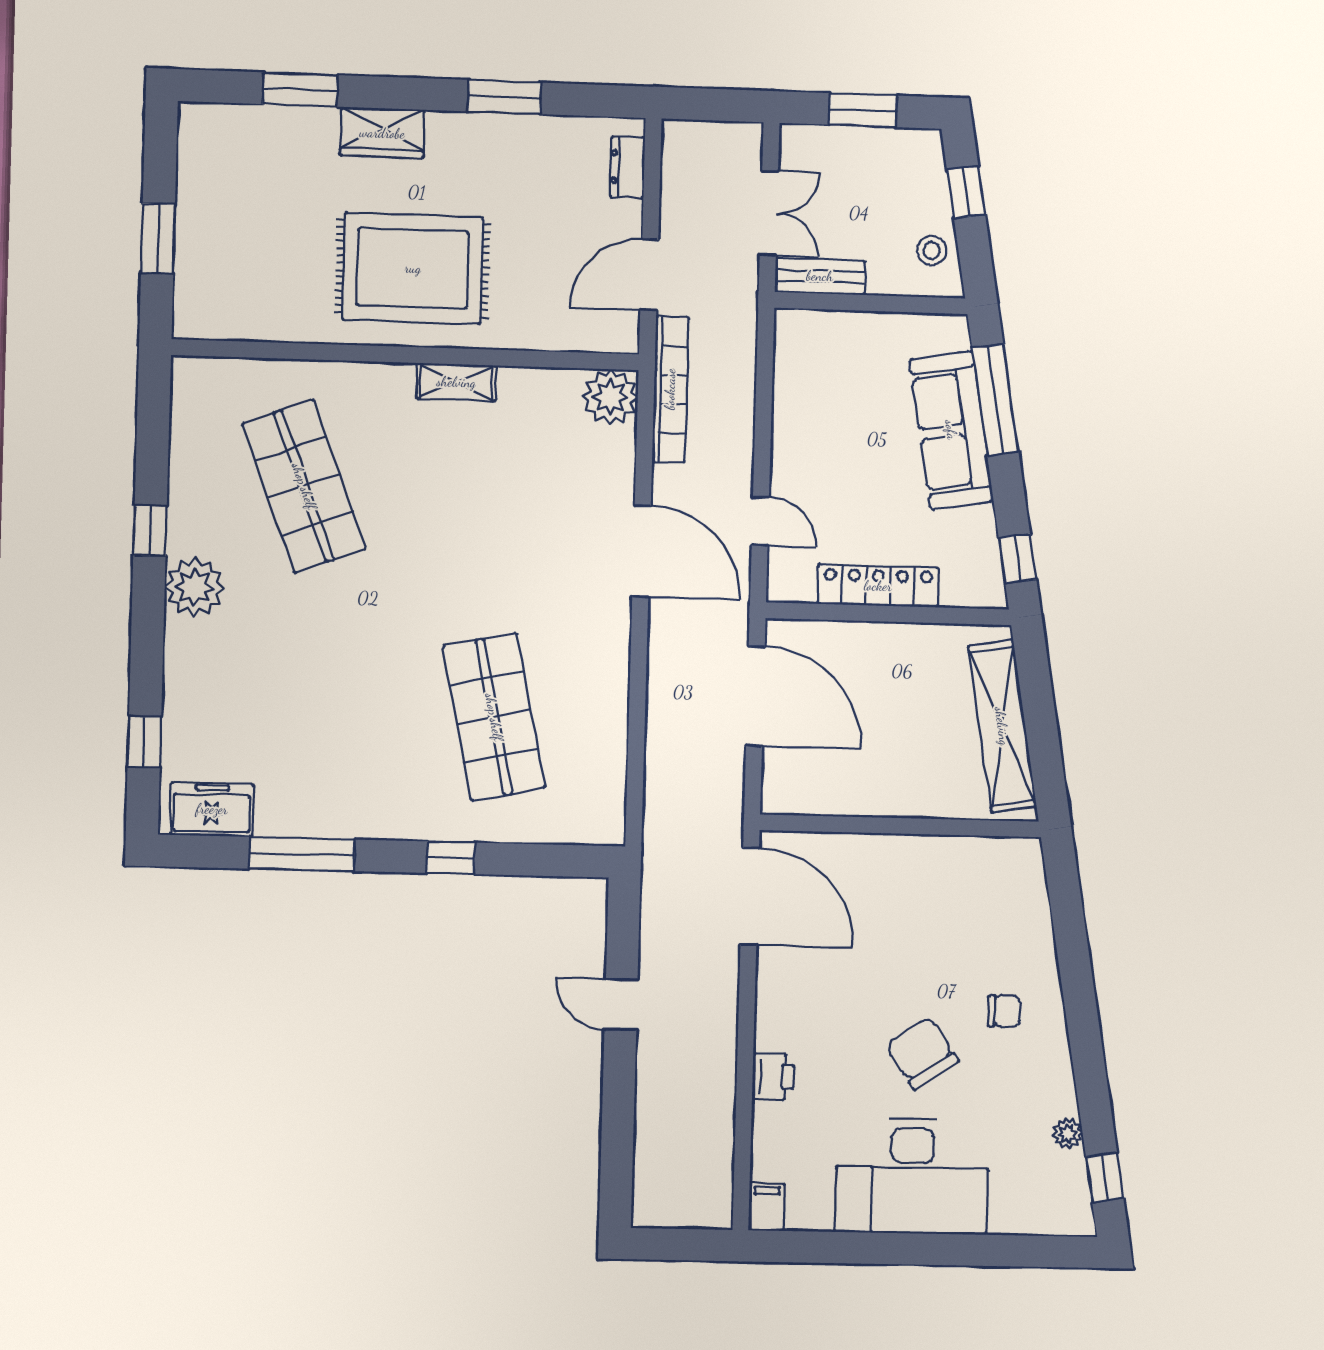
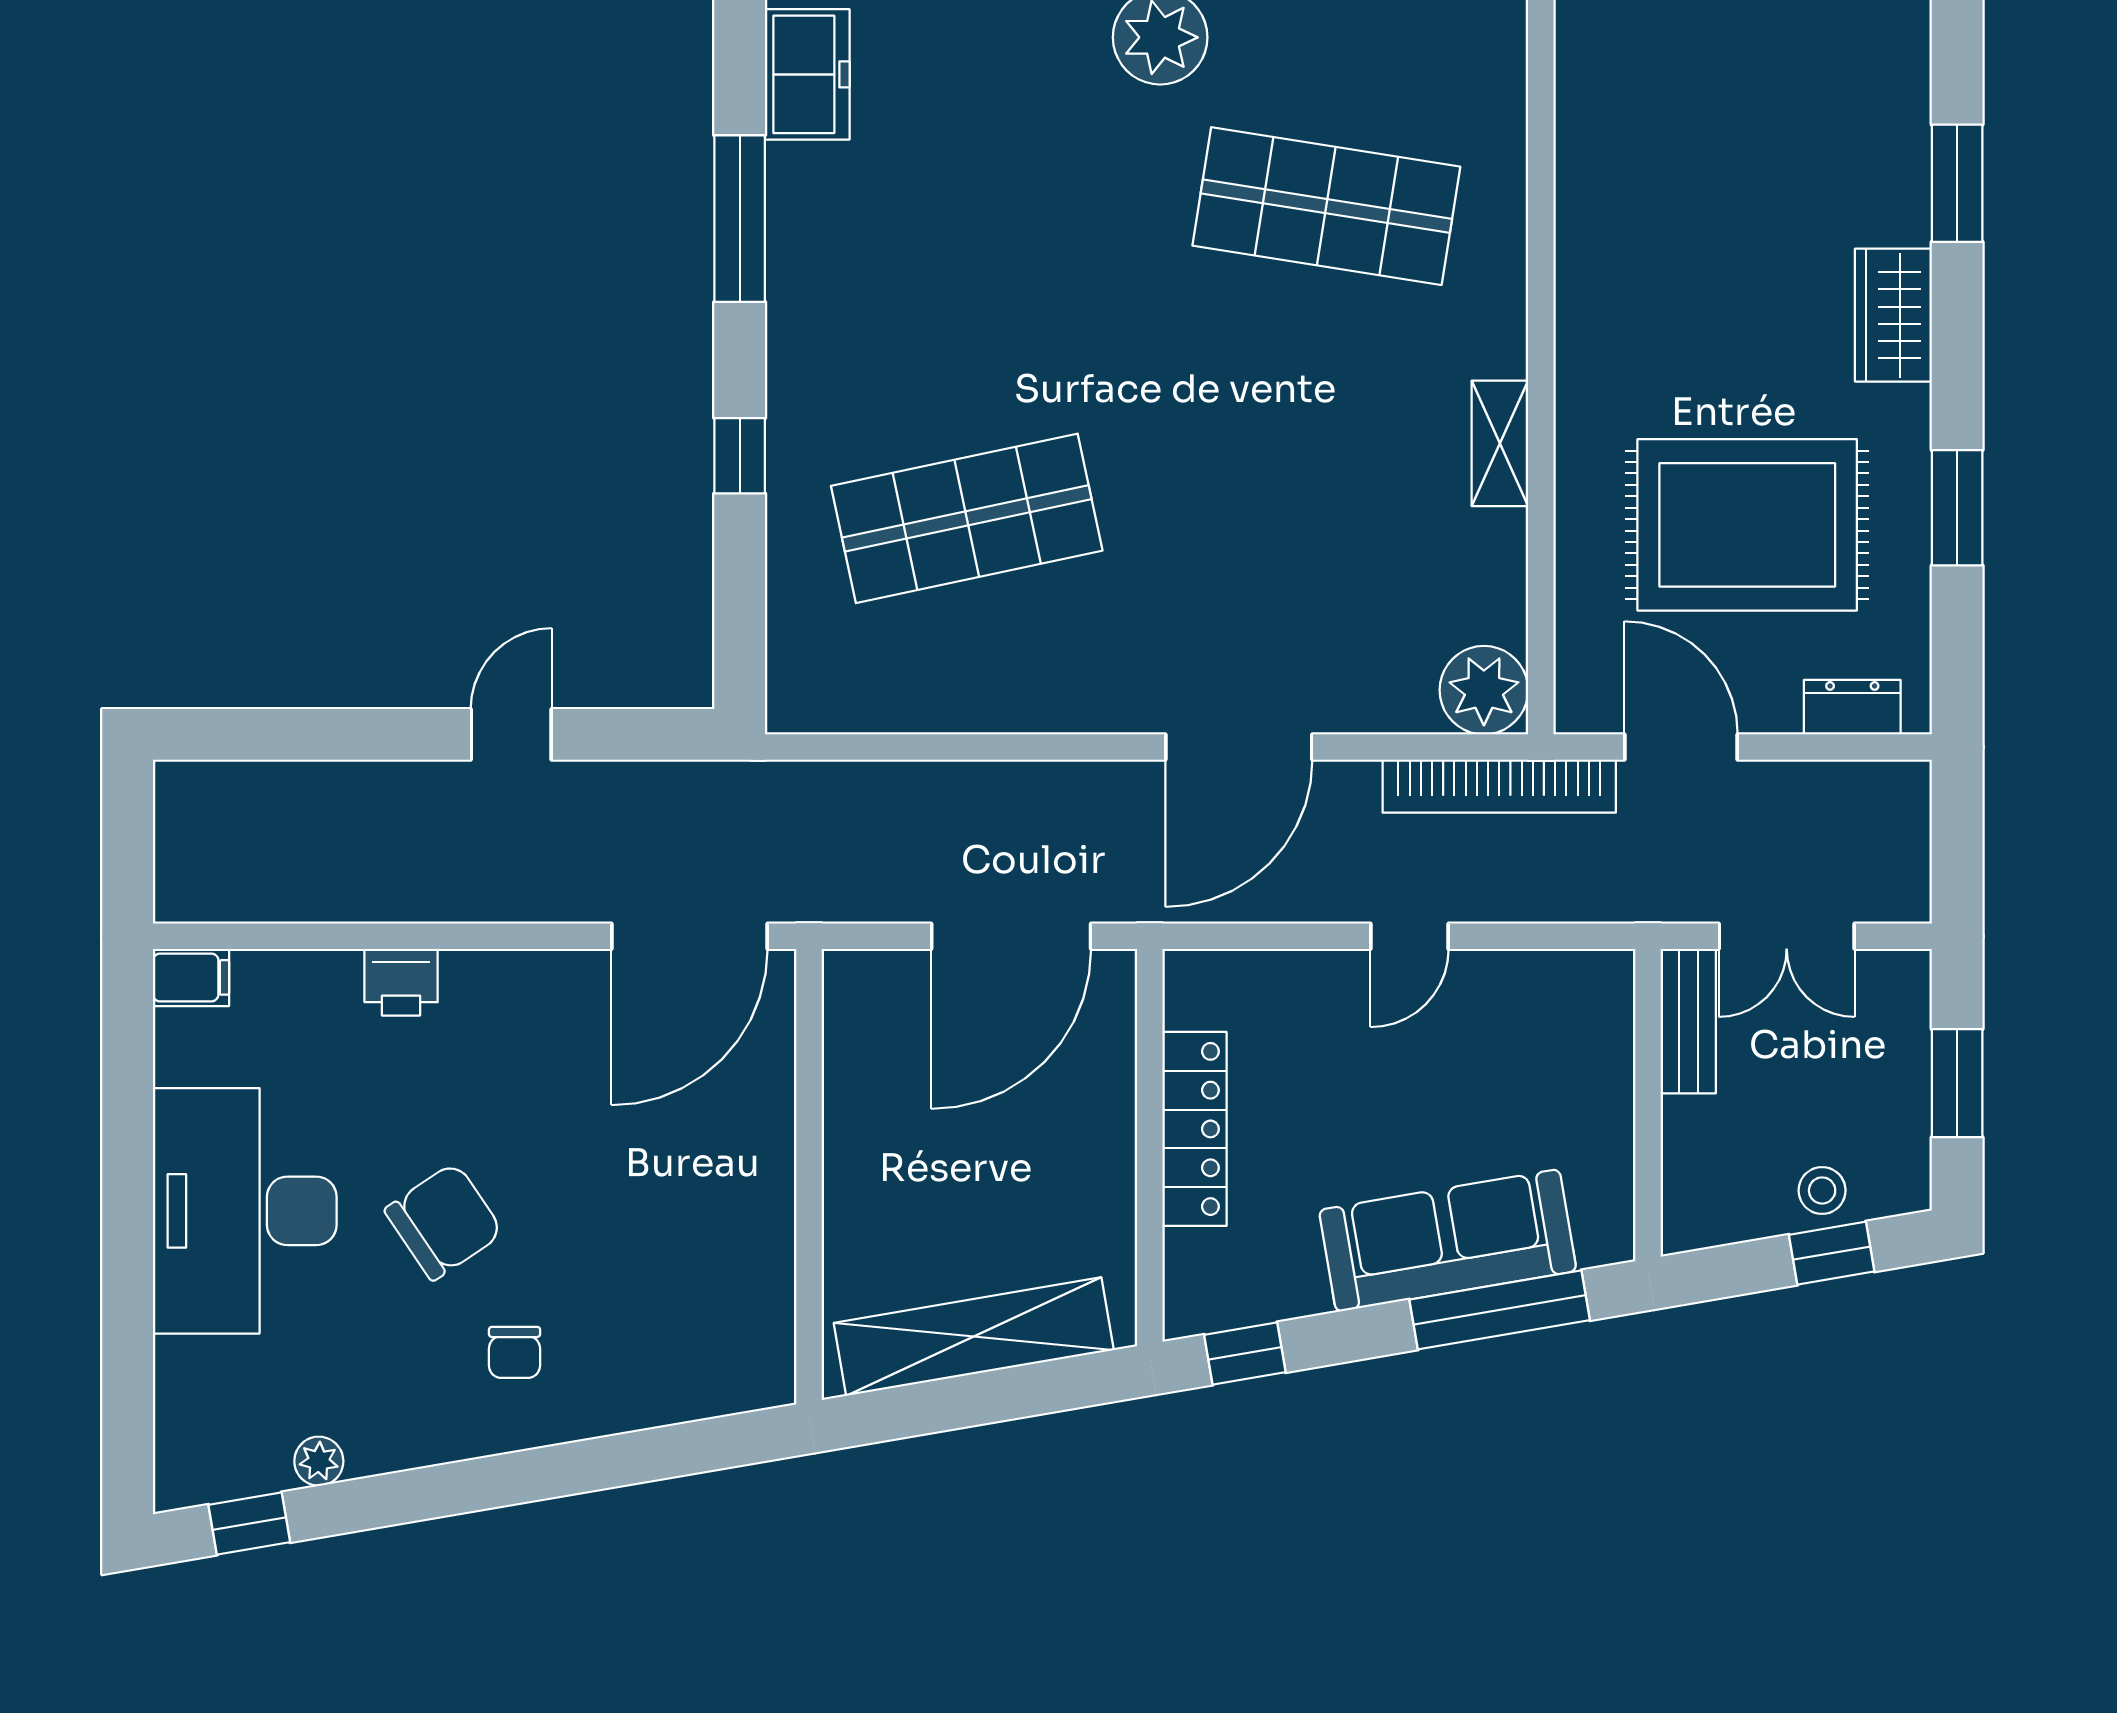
stool: (931, 251) -> (1822, 1190), moved
rug: (413, 268) -> (1747, 525), moved, turned 90
shop shelf: (304, 486) -> (1326, 206), turned 30
door: (760, 521) -> (1409, 936), moved

